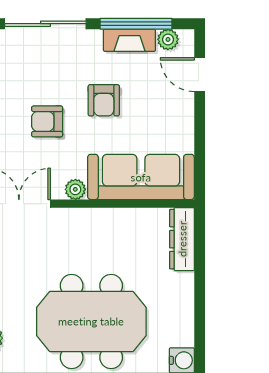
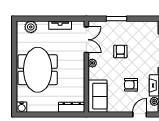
armchair: (104, 100) -> (131, 85), moved
sofa: (141, 177) -> (97, 96), width x0.73

